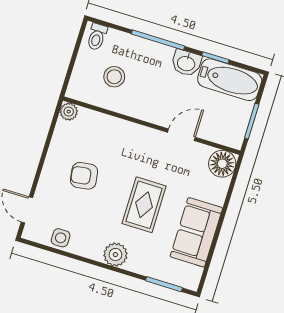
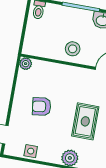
stool: (114, 77) -> (73, 49), moved

